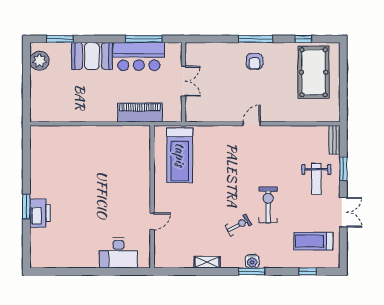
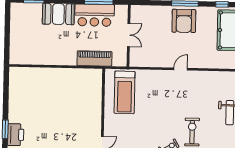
plant: (39, 61) -> (18, 17), removed
armchair: (255, 61) -> (184, 21), width x1.88, depth x1.88

